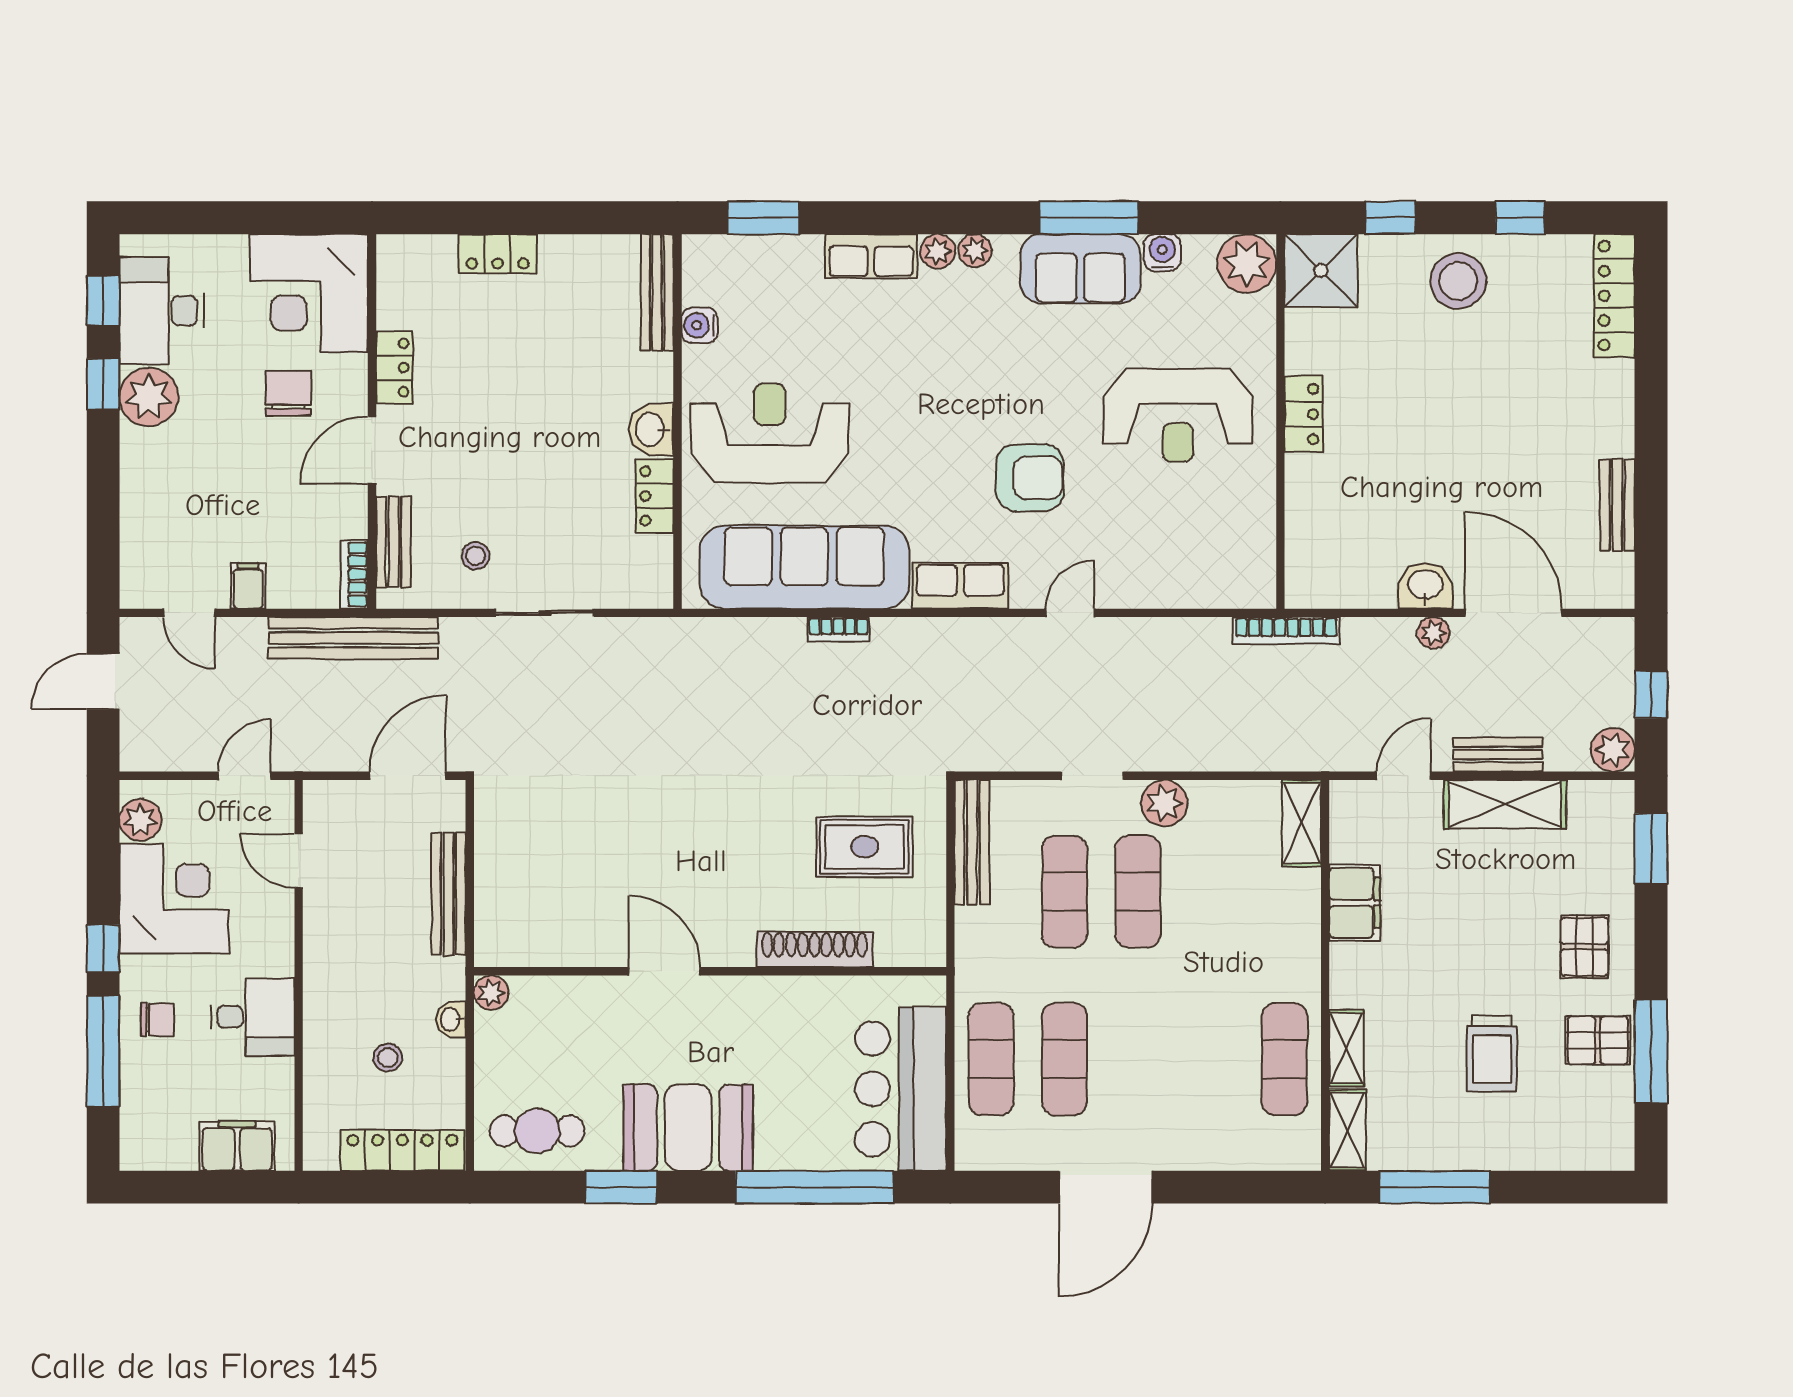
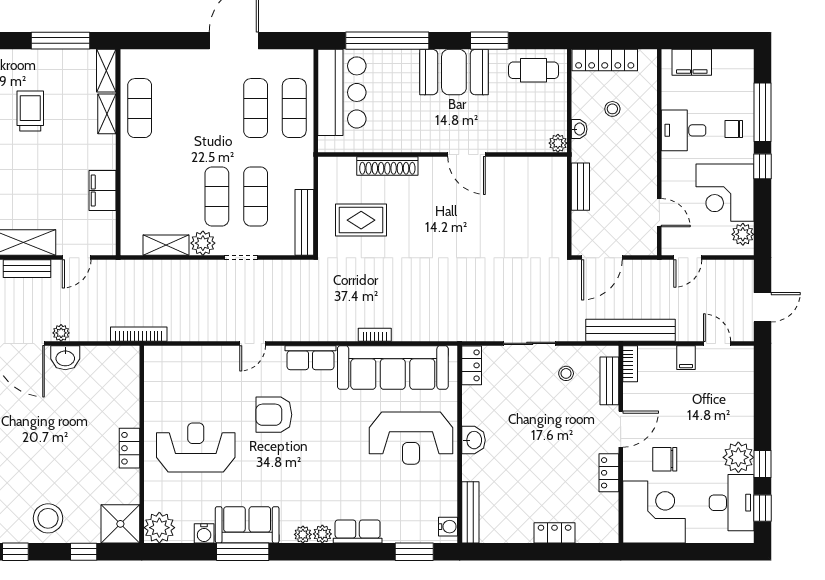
water cooler: (699, 325) -> (448, 527), moved
chair: (288, 393) -> (665, 459), turned 90
locker: (655, 496) -> (472, 365), moved
shelving: (1302, 823) -> (166, 245), moved, turned 90
bench: (449, 894) -> (580, 187), width x0.73

